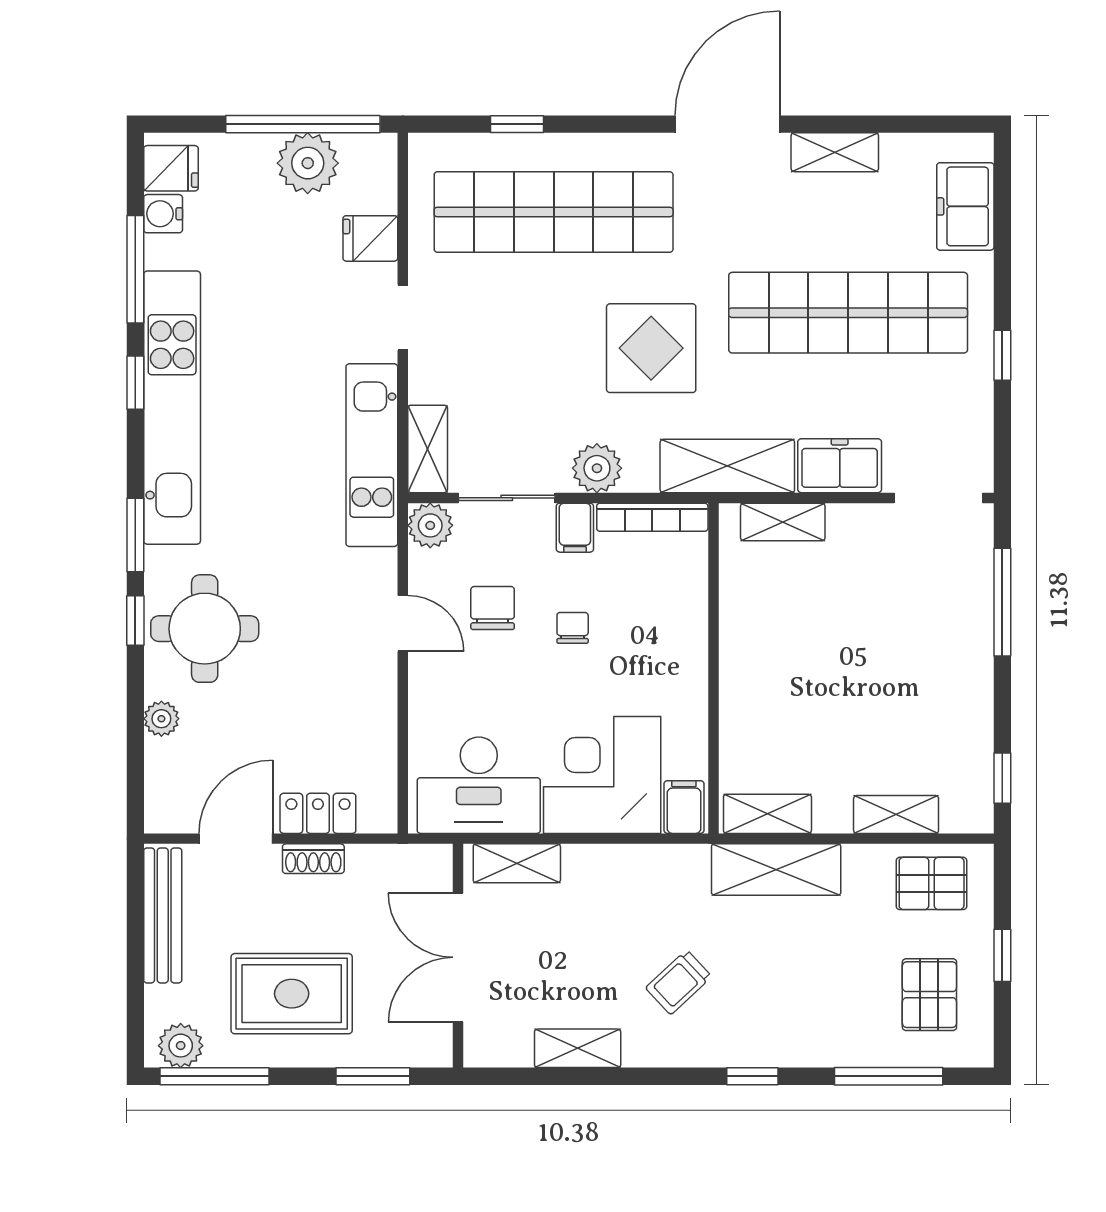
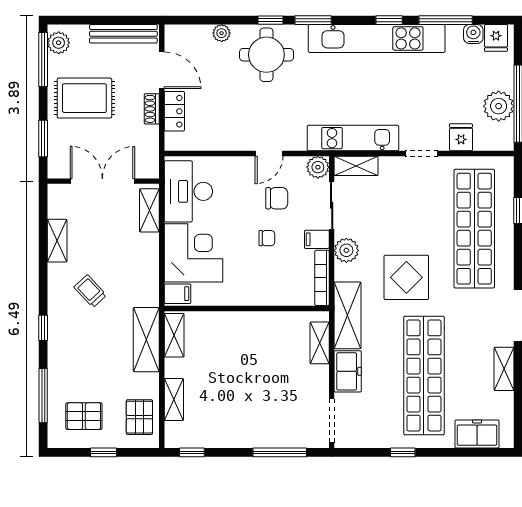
rug: (292, 994) -> (84, 98), turned 90

